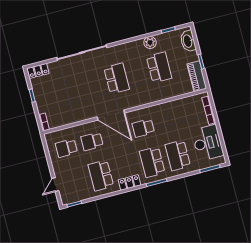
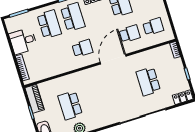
school desk: (117, 78) -> (148, 81), moved
door: (111, 115) -> (113, 59), hinge flipped
desk: (208, 143) -> (23, 41), width x0.73

